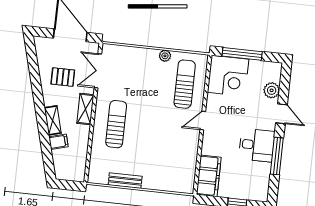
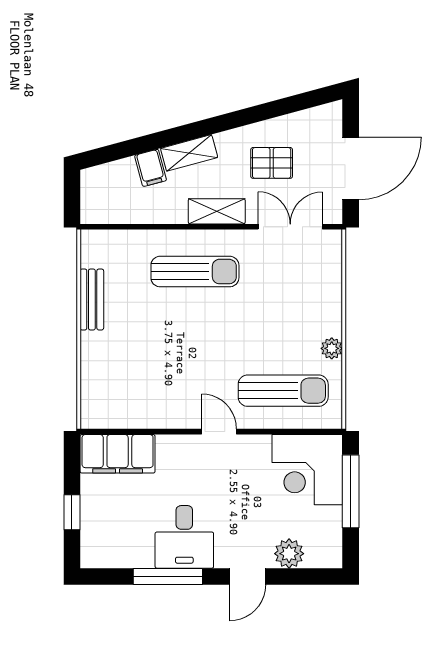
pallet: (63, 77) -> (272, 163), turned 90

